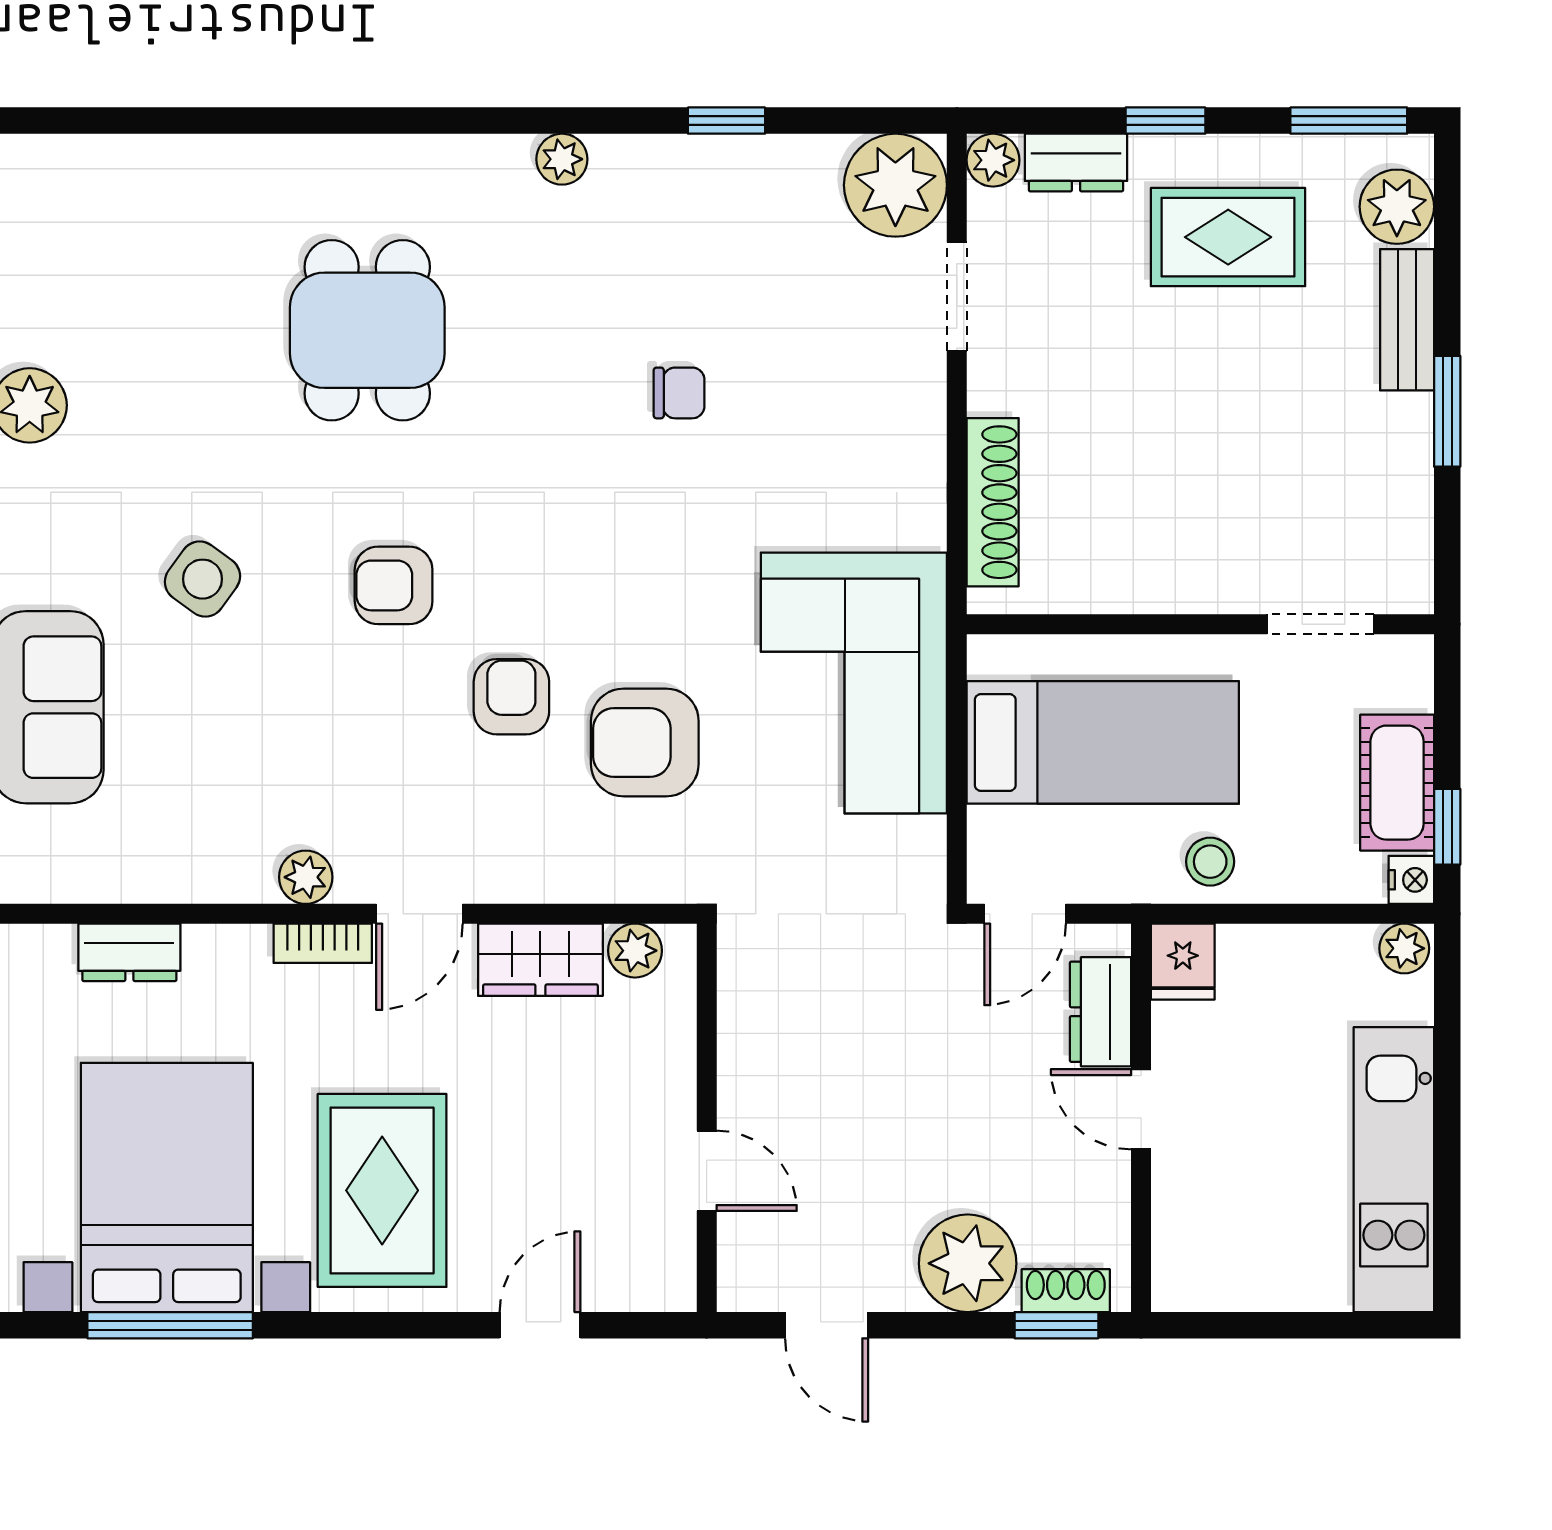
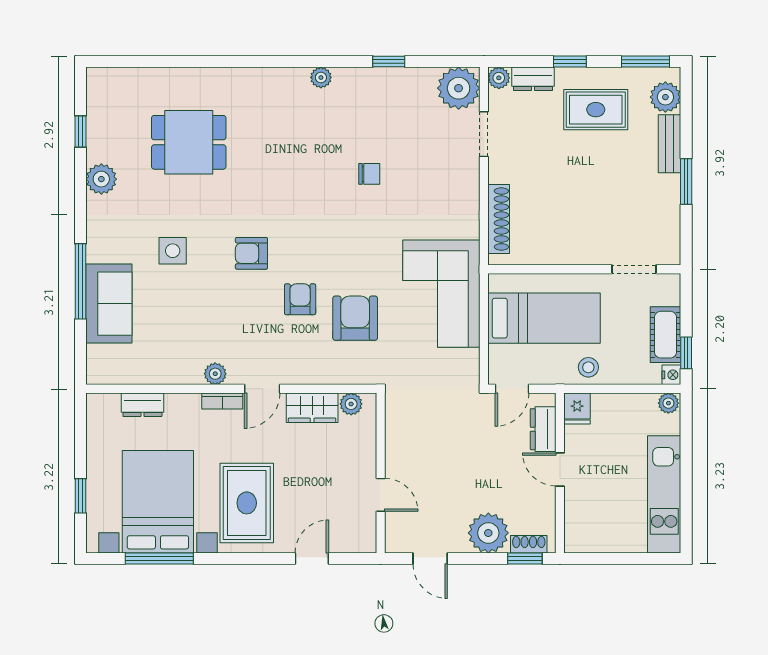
dining table: (367, 330) -> (189, 142), moved, turned 90
side table: (202, 579) -> (173, 251), turned -36
armchair: (645, 743) -> (355, 318), turned 90

